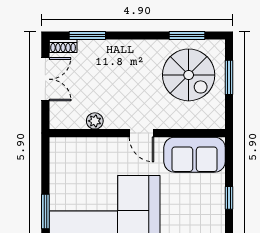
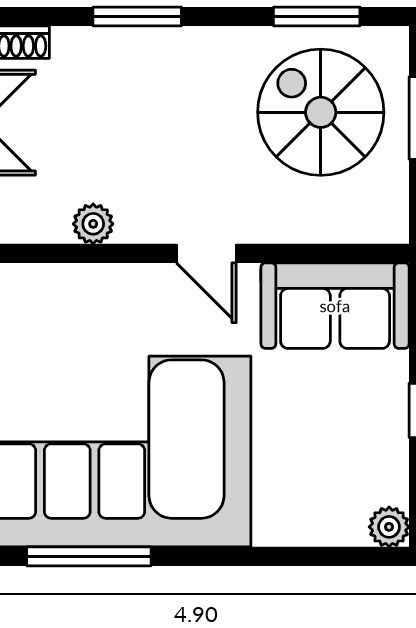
window: (87, 35) -> (137, 16), moved
spiral stairs: (189, 75) -> (321, 112), turned 180

